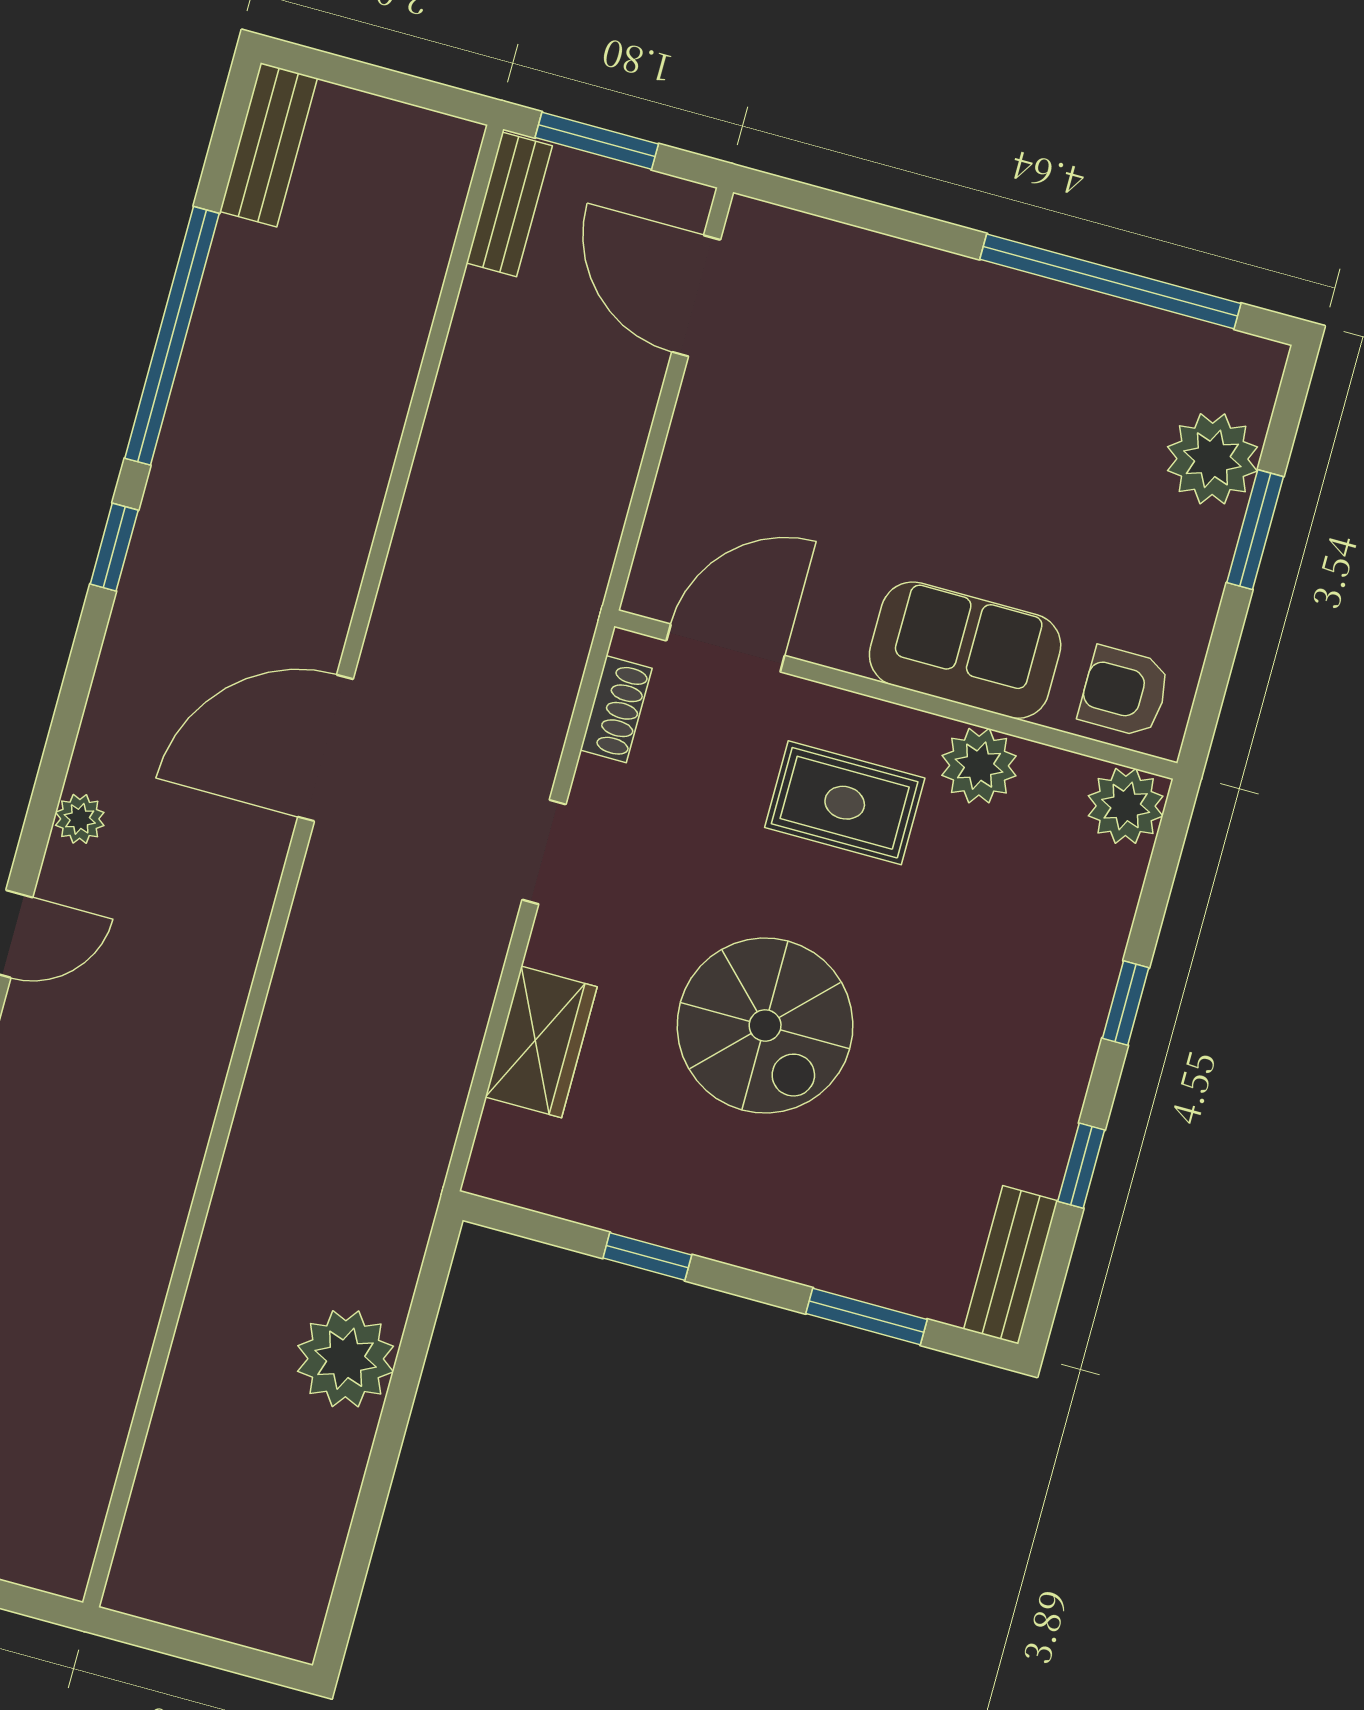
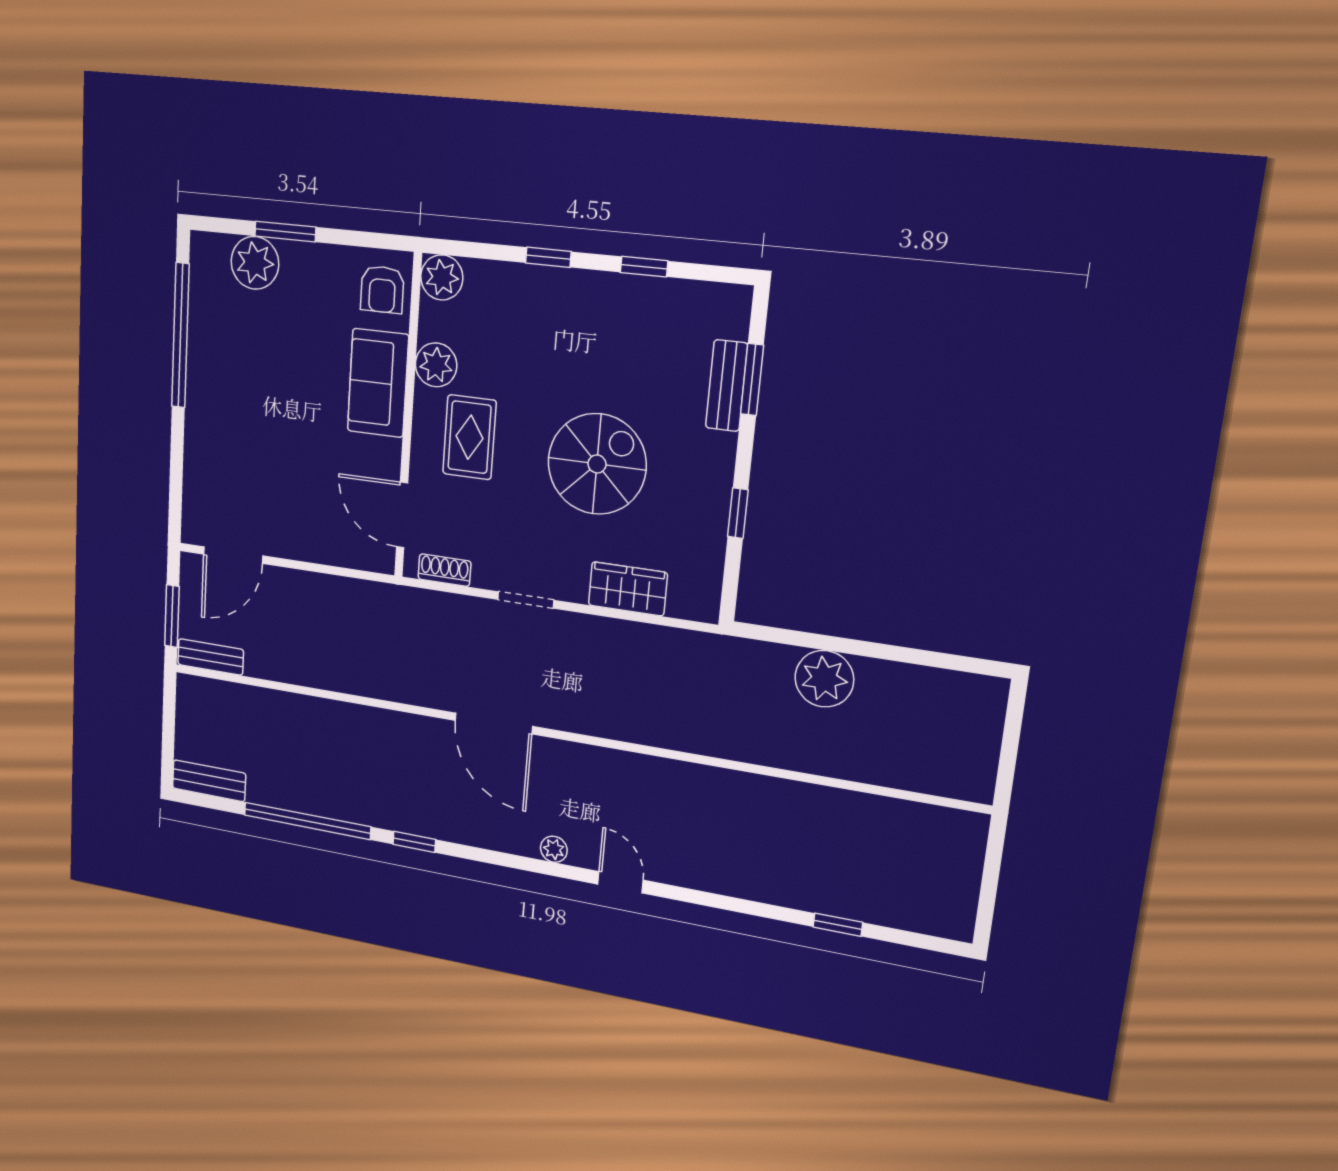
bench: (1011, 1265) -> (727, 386), moved, turned 90

